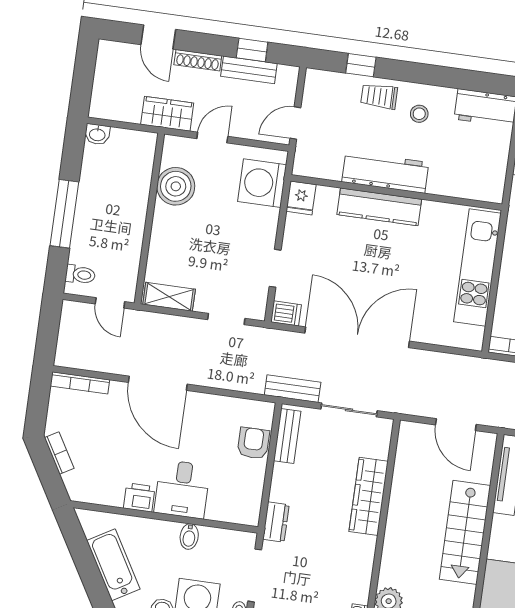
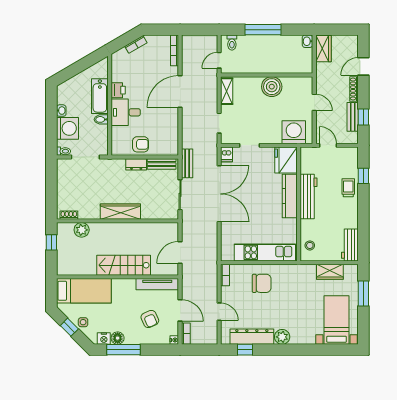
wardrobe: (167, 114) -> (323, 49), moved
stool: (419, 114) -> (310, 245), moved
boiler: (176, 186) -> (272, 87), moved
fridge: (301, 198) -> (286, 160), width x1.88, depth x1.34
armchair: (253, 443) -> (140, 144), moved
wardrobe: (369, 496) -> (120, 212), moved
dresser: (276, 522) -> (136, 164), moved
bathtub: (113, 565) -> (100, 96), moved, turned 120

